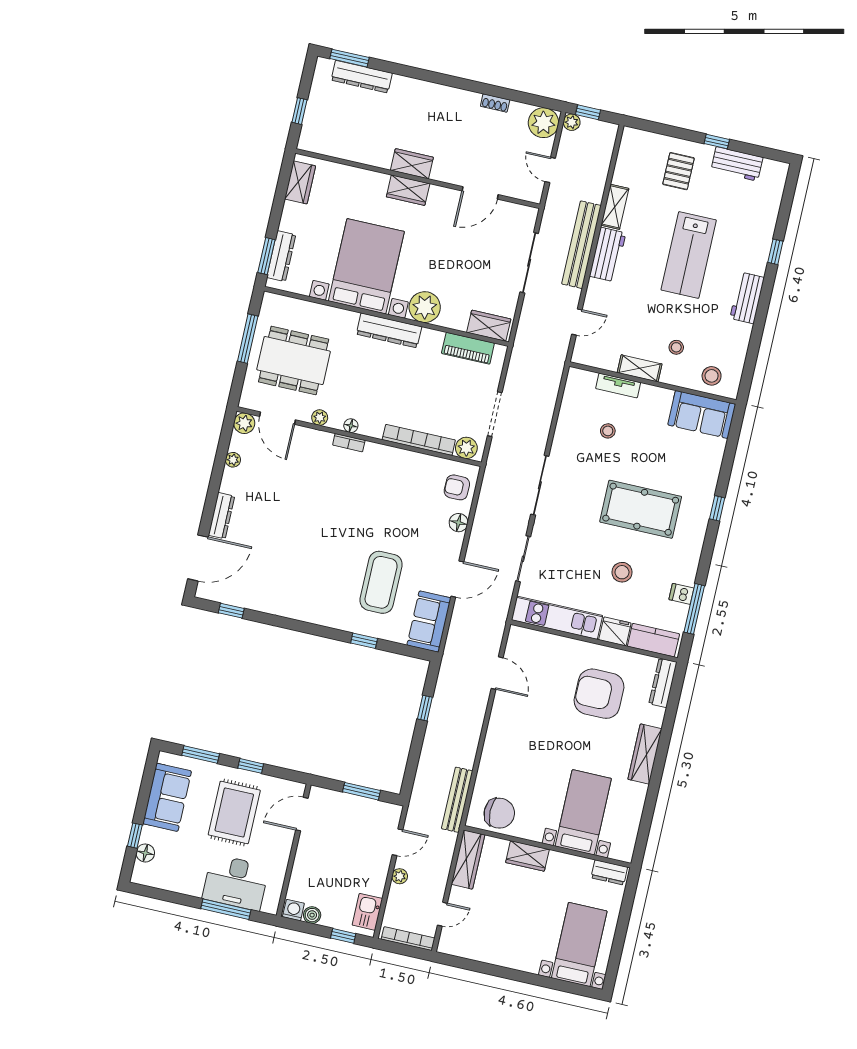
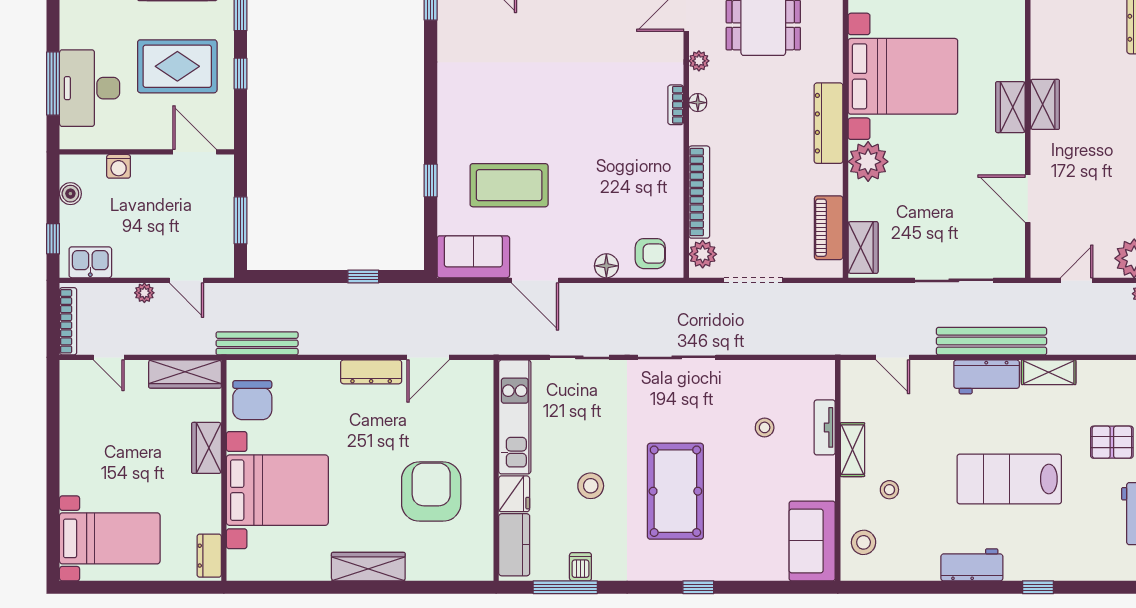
armchair: (457, 487) -> (650, 254), turned 90
dresser: (663, 683) -> (371, 372), moved, turned 180
bed with nightstands: (583, 812) -> (277, 490), width x1.36
washing machine: (293, 910) -> (119, 166), moved, turned 90

